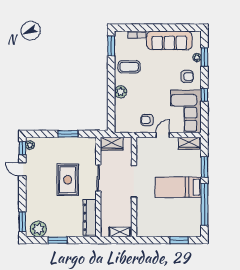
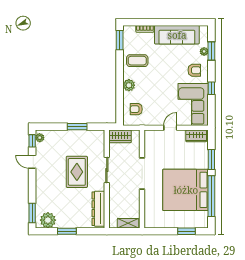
armchair: (147, 120) -> (136, 109), moved
bed: (178, 187) -> (186, 190), width x2.04

